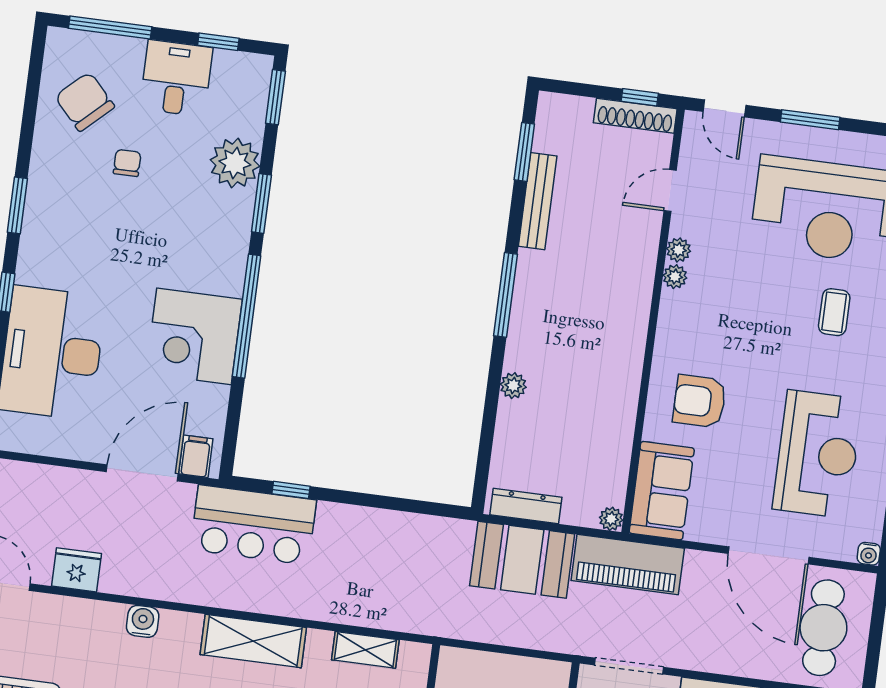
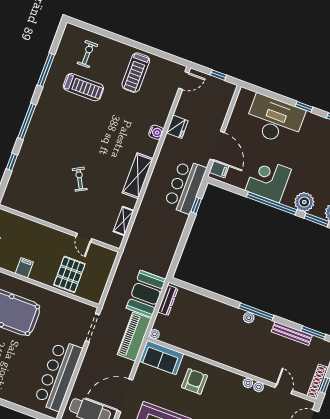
plant: (226, 241) -> (304, 202), added
plant: (513, 386) -> (249, 318), moved
fridge: (76, 570) -> (177, 127), moved

